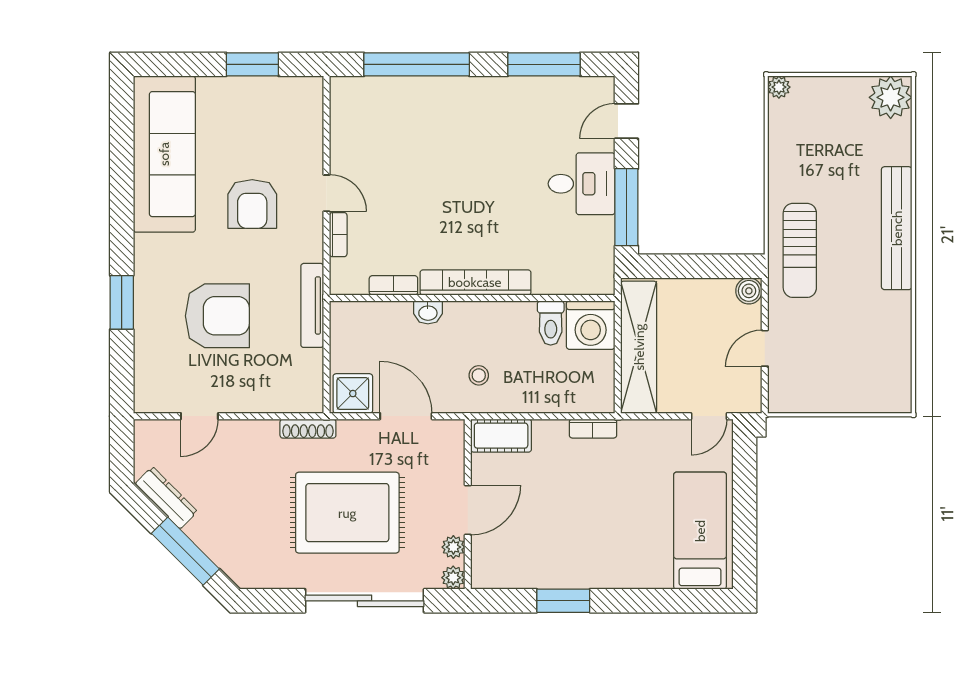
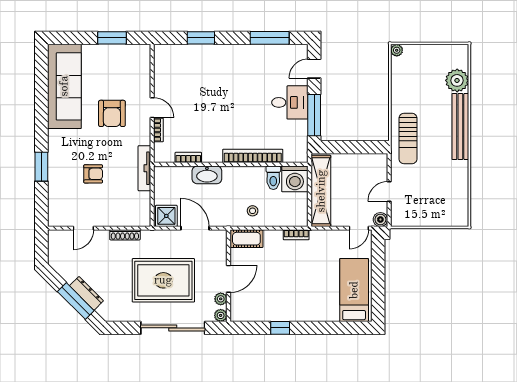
window: (417, 64) -> (201, 38), width x0.47
plant: (891, 97) -> (457, 80), moved
bookcase: (475, 282) -> (253, 156), moved
boiler: (749, 291) -> (380, 220), moved
washbasin: (428, 312) -> (207, 175), width x1.91, depth x1.45
armchair: (217, 316) -> (93, 174), width x0.53, depth x0.53
stool: (479, 375) -> (253, 211), moved
shoe rack: (308, 429) -> (125, 235), moved
dresser: (166, 498) -> (86, 293), moved
window: (563, 601) -> (280, 328), width x0.67

